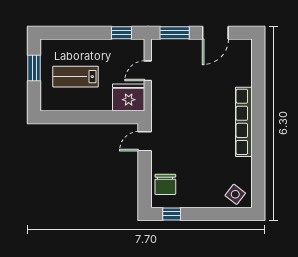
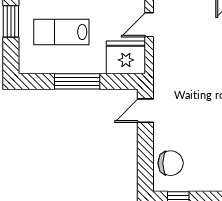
window: (88, 117) -> (77, 81), added
chair: (165, 184) -> (171, 163), turned -90

